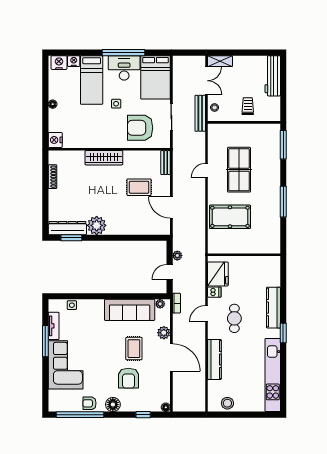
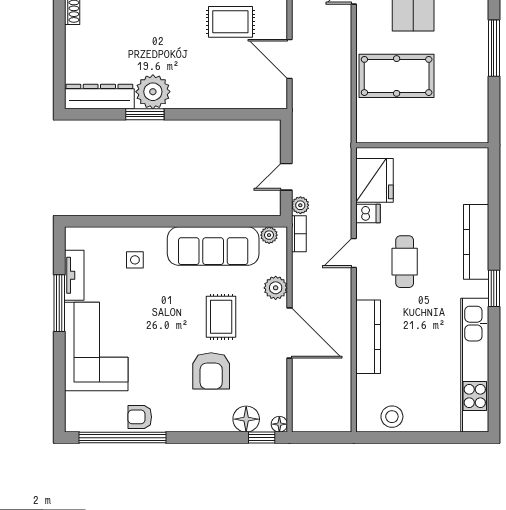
window: (71, 238) -> (145, 114), moved
plant: (177, 256) -> (300, 205), moved
side table: (72, 305) -> (135, 260), moved
floor lamp: (113, 405) -> (246, 419), moved
window: (143, 415) -> (262, 438), moved

